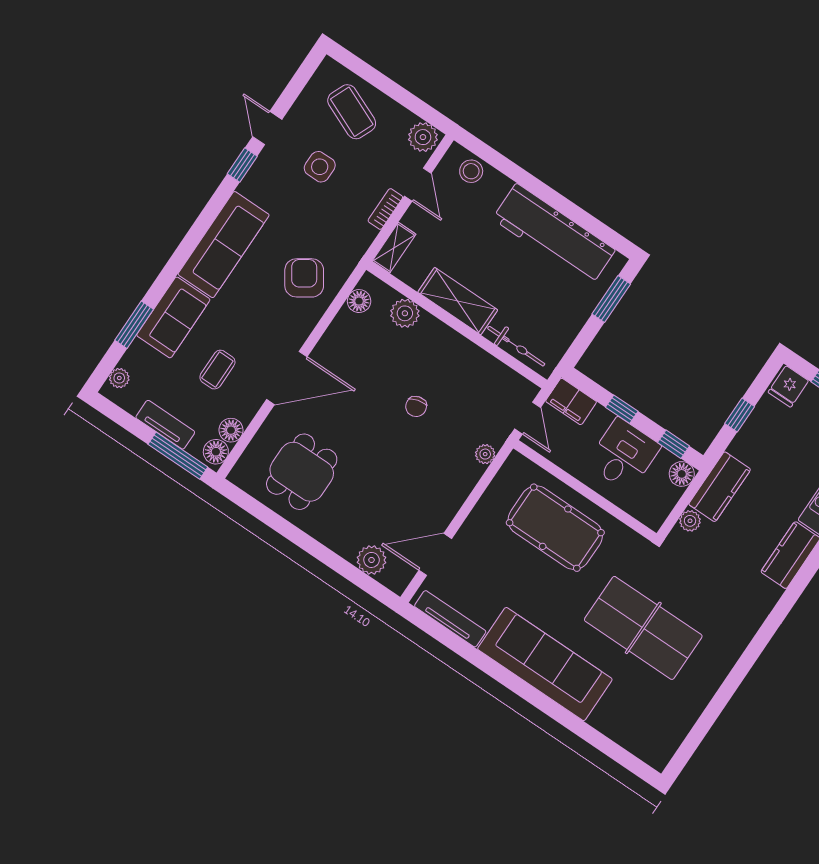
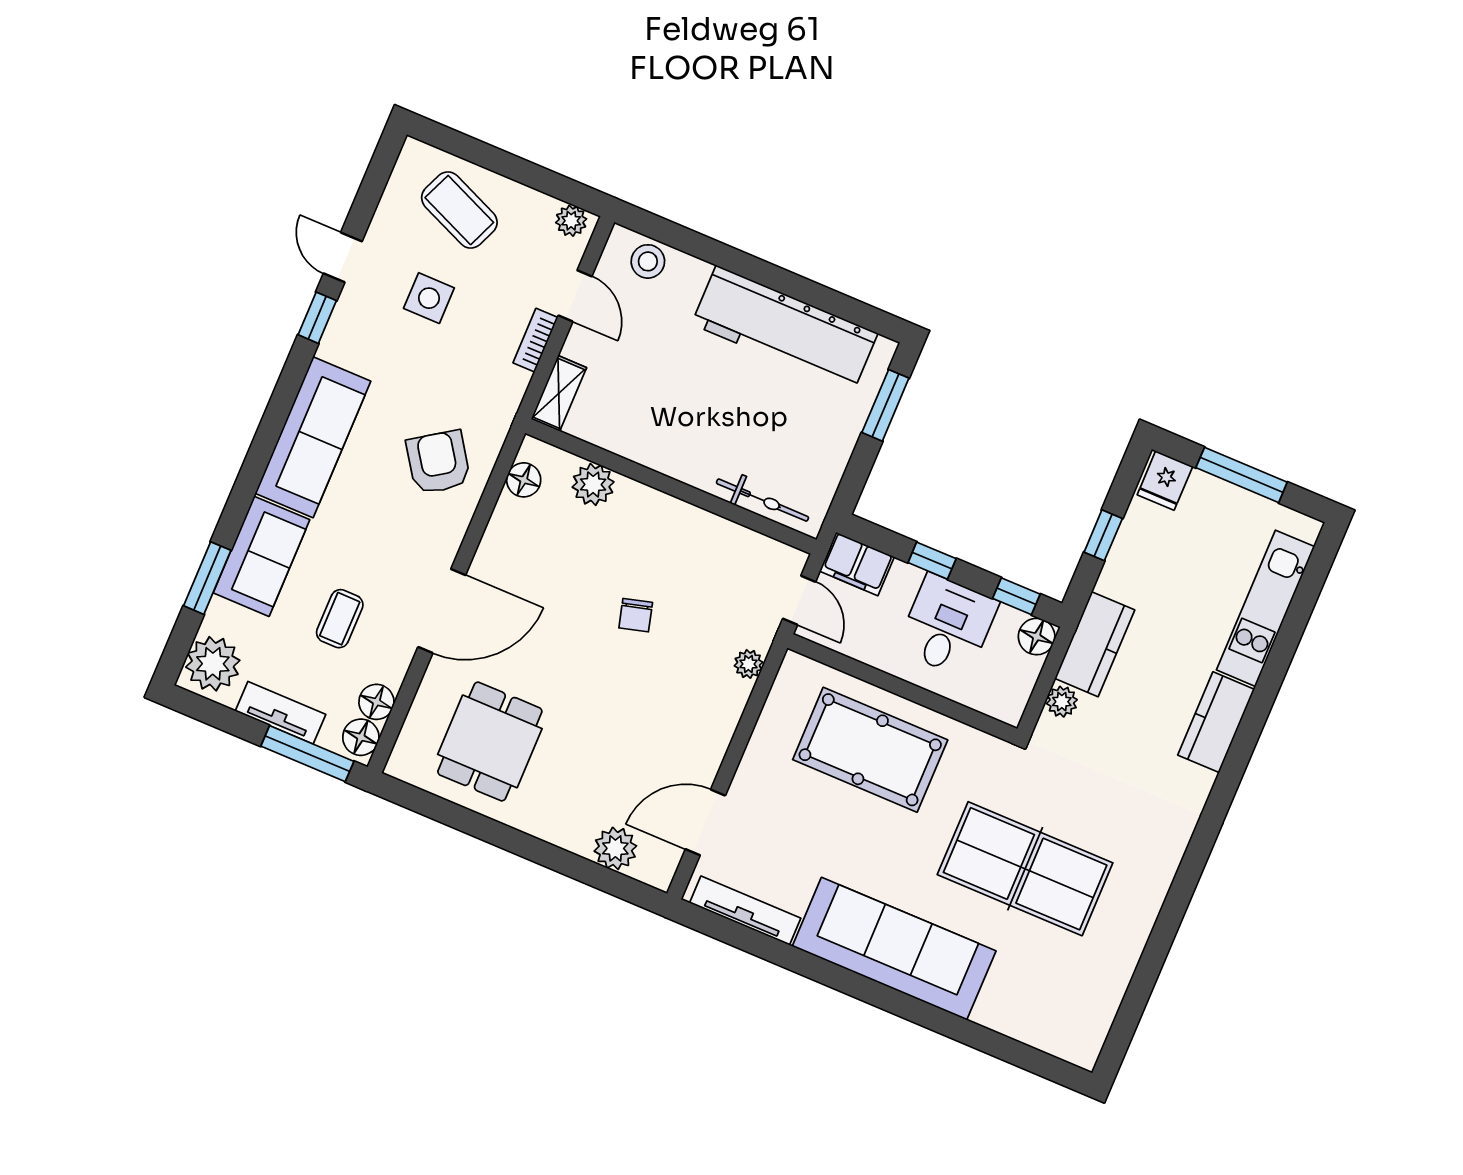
plant: (423, 137) -> (571, 221), width x0.73, depth x0.73
shelving: (458, 301) -> (666, 452), removed
plant: (119, 378) -> (213, 664), width x1.88, depth x1.88

